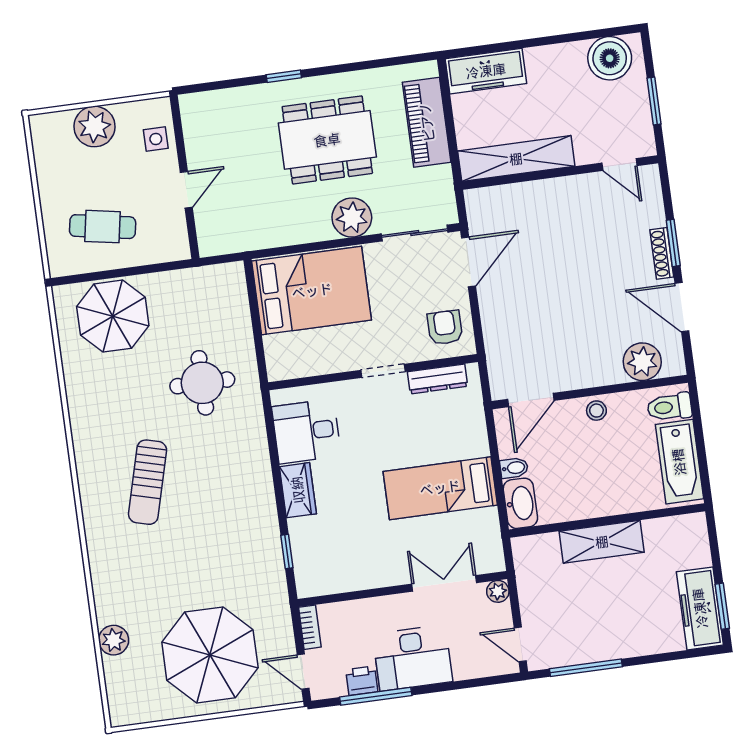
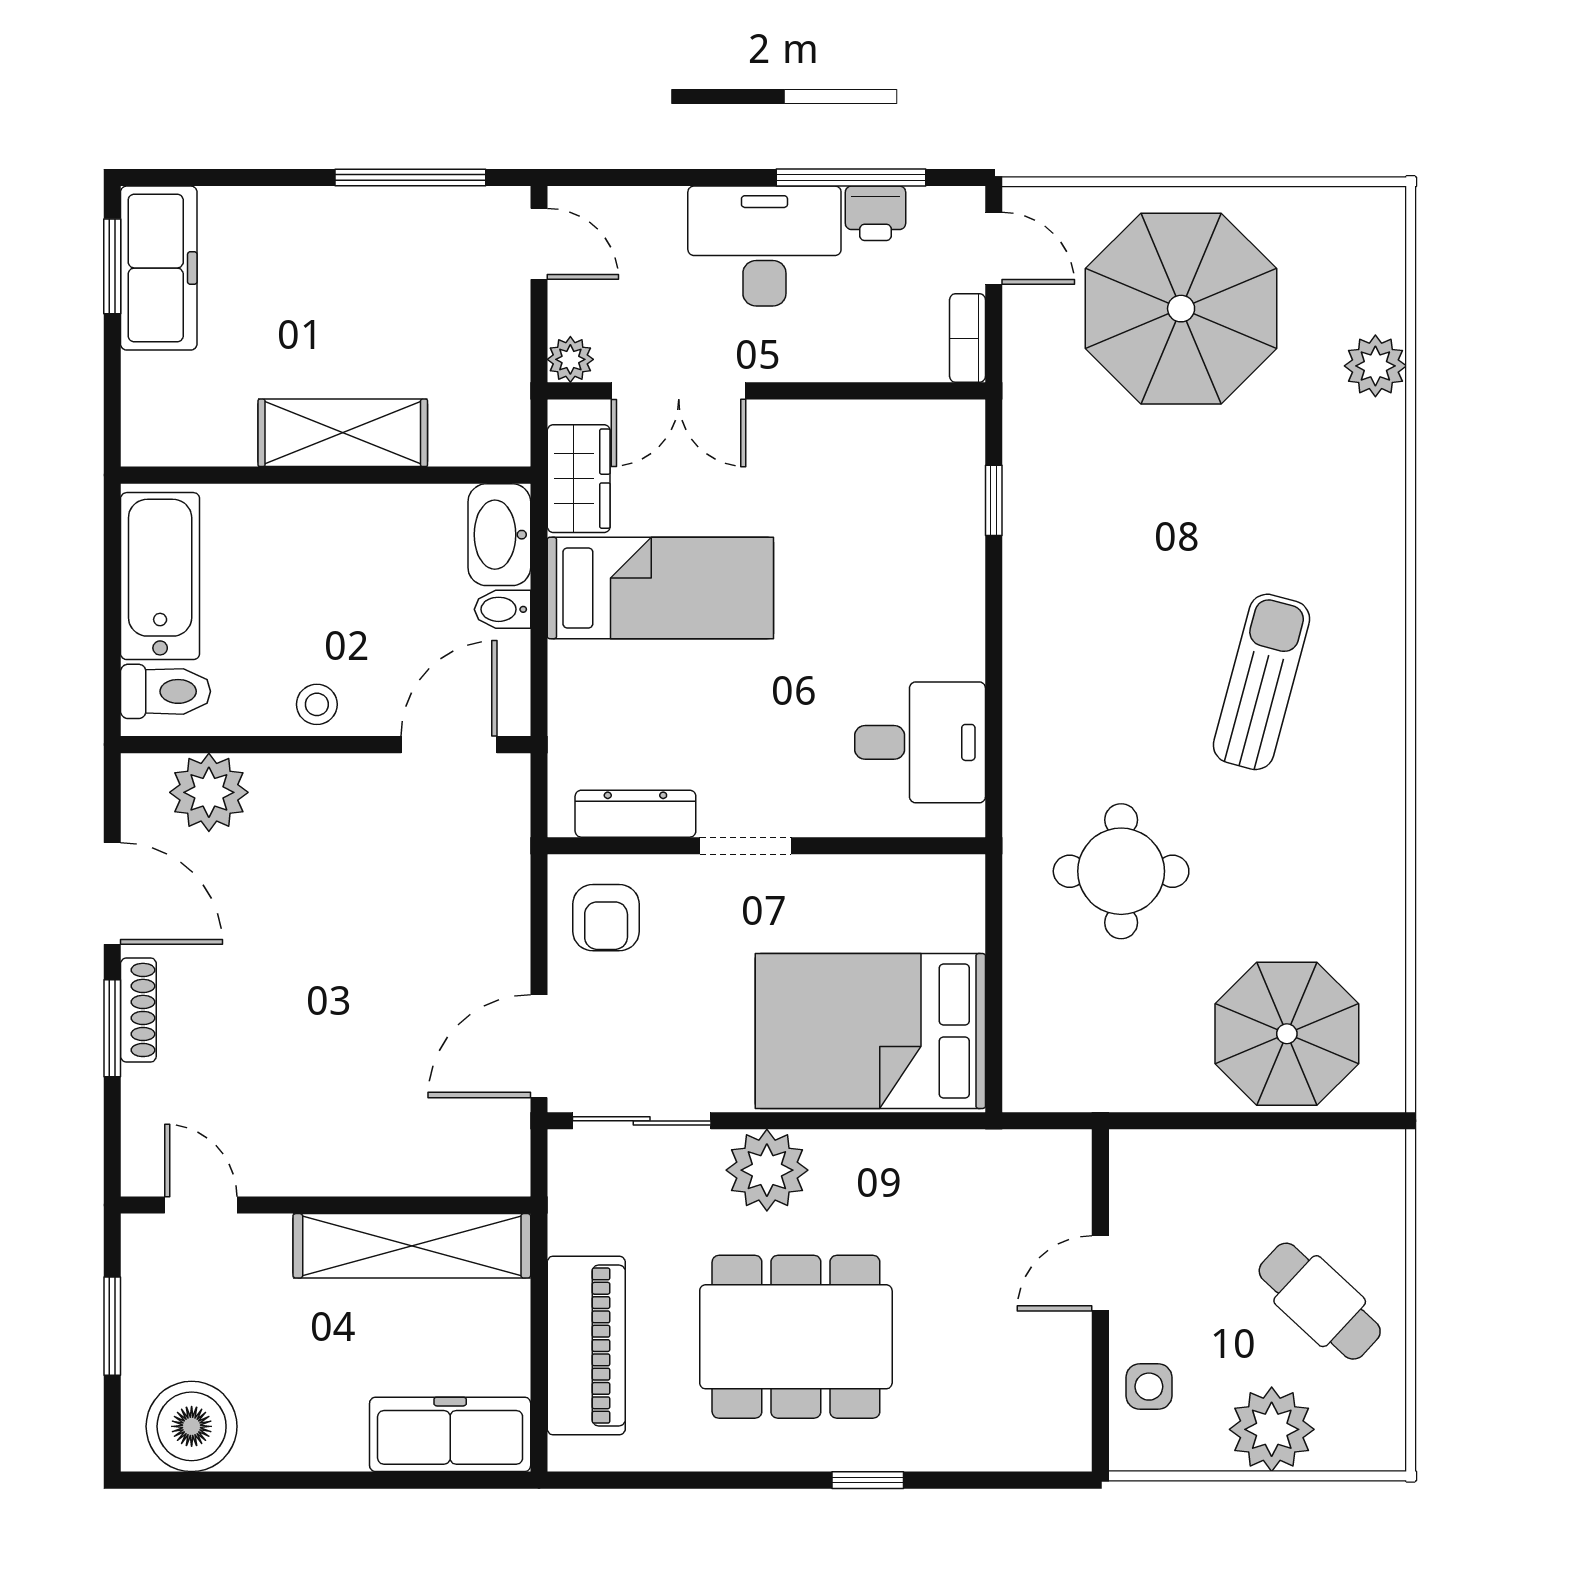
cafe table: (103, 227) -> (1320, 1301), moved, turned 33
wardrobe: (298, 490) -> (579, 479), moved, turned 180

